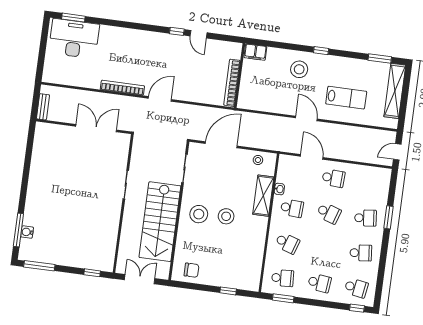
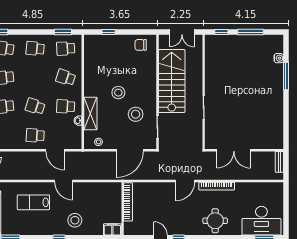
round table: (130, 46) -> (215, 221), added
stool: (199, 214) -> (136, 114), moved
window: (18, 230) -> (286, 76), moved
window: (39, 266) -> (251, 32), moved

